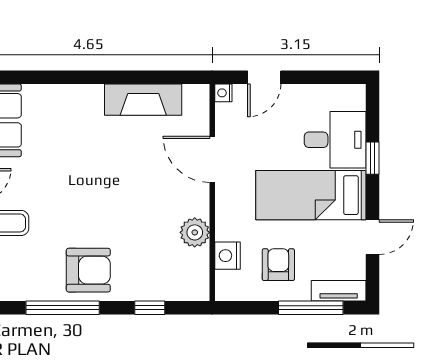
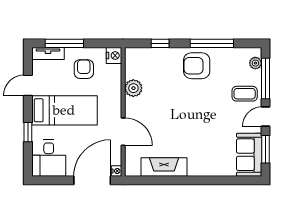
door: (264, 77) -> (92, 180), width x1.88
desk: (335, 140) -> (49, 158), moved, turned -90
nightstand: (227, 256) -> (114, 56), moved
armchair: (278, 265) -> (84, 69), turned 180

